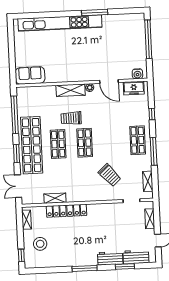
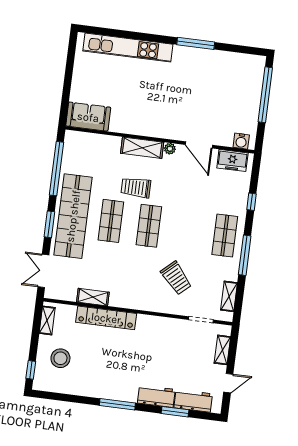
kitchen unit: (60, 23) -> (128, 48), width x0.73

